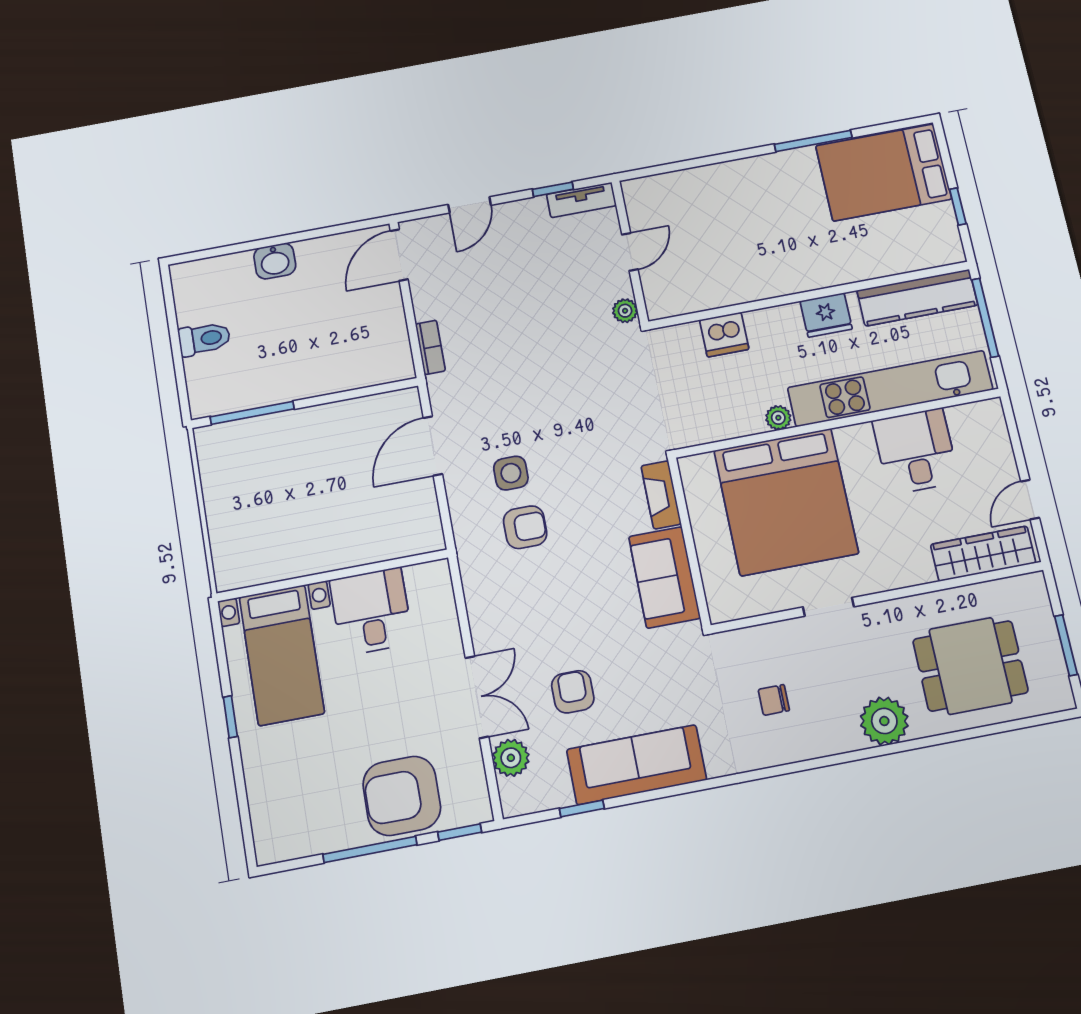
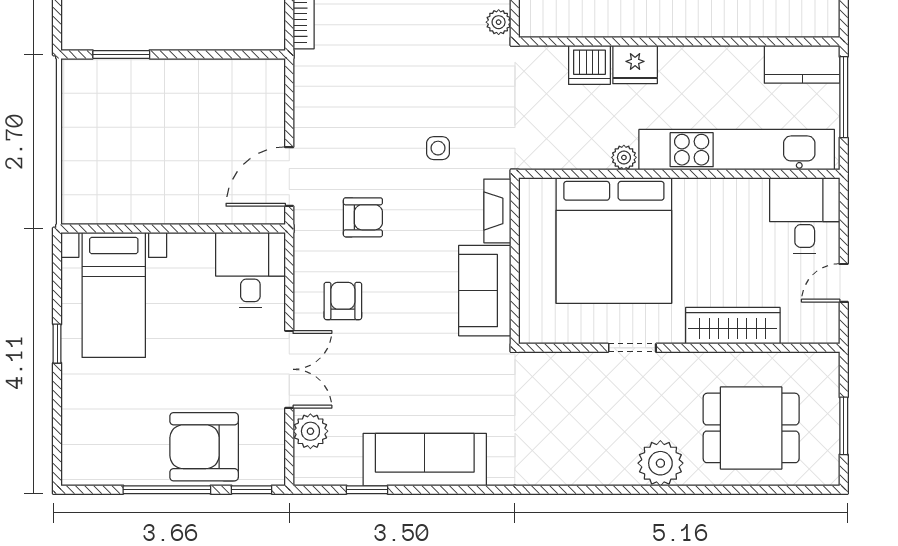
kitchen counter: (917, 298) -> (802, 64), width x0.67
fridge: (826, 315) -> (635, 65), moved
window: (252, 413) -> (121, 54), width x0.69
door: (433, 446) -> (289, 177), moved
desk: (916, 451) -> (805, 216), moved
side table: (511, 473) -> (438, 148), moved, width x0.73, depth x0.73
wardrobe: (983, 554) -> (733, 326), moved
desk: (371, 612) -> (250, 270), moved
armchair: (573, 692) -> (343, 301), moved
chair: (774, 700) -> (563, 424), removed

